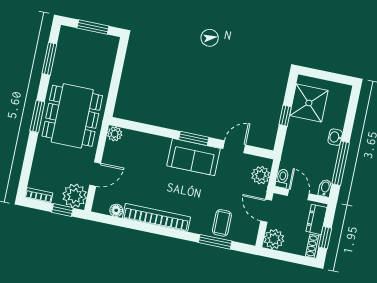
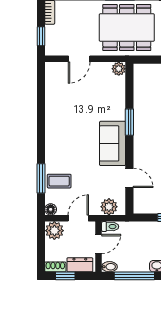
window: (194, 138) -> (129, 122), moved
door: (95, 174) -> (79, 59), hinge flipped
plant: (75, 196) -> (56, 45), removed
floor lamp: (116, 210) -> (51, 209), moved
bookcase: (156, 217) -> (52, 122), removed

